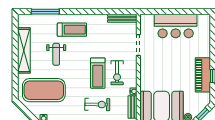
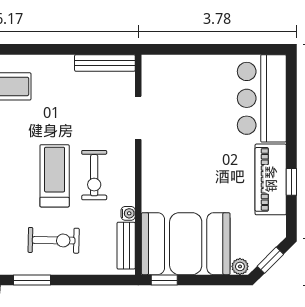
bar counter: (176, 26) -> (262, 98), moved, turned 90
treadmill: (98, 73) -> (55, 176), turned 180

